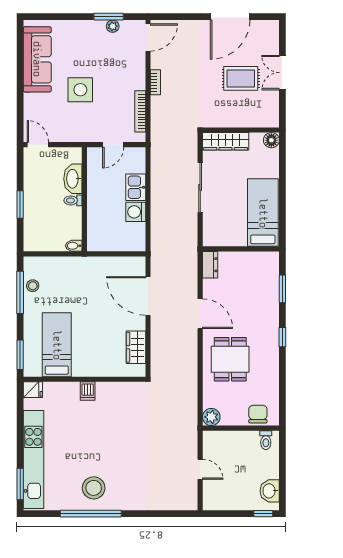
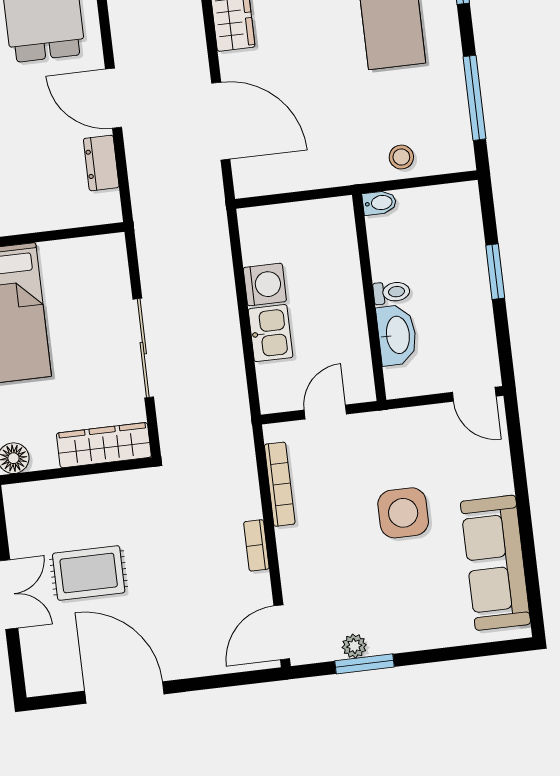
door: (230, 17) -> (124, 692), hinge flipped
dresser: (210, 265) -> (101, 163), moved
stool: (33, 286) -> (401, 157), moved

